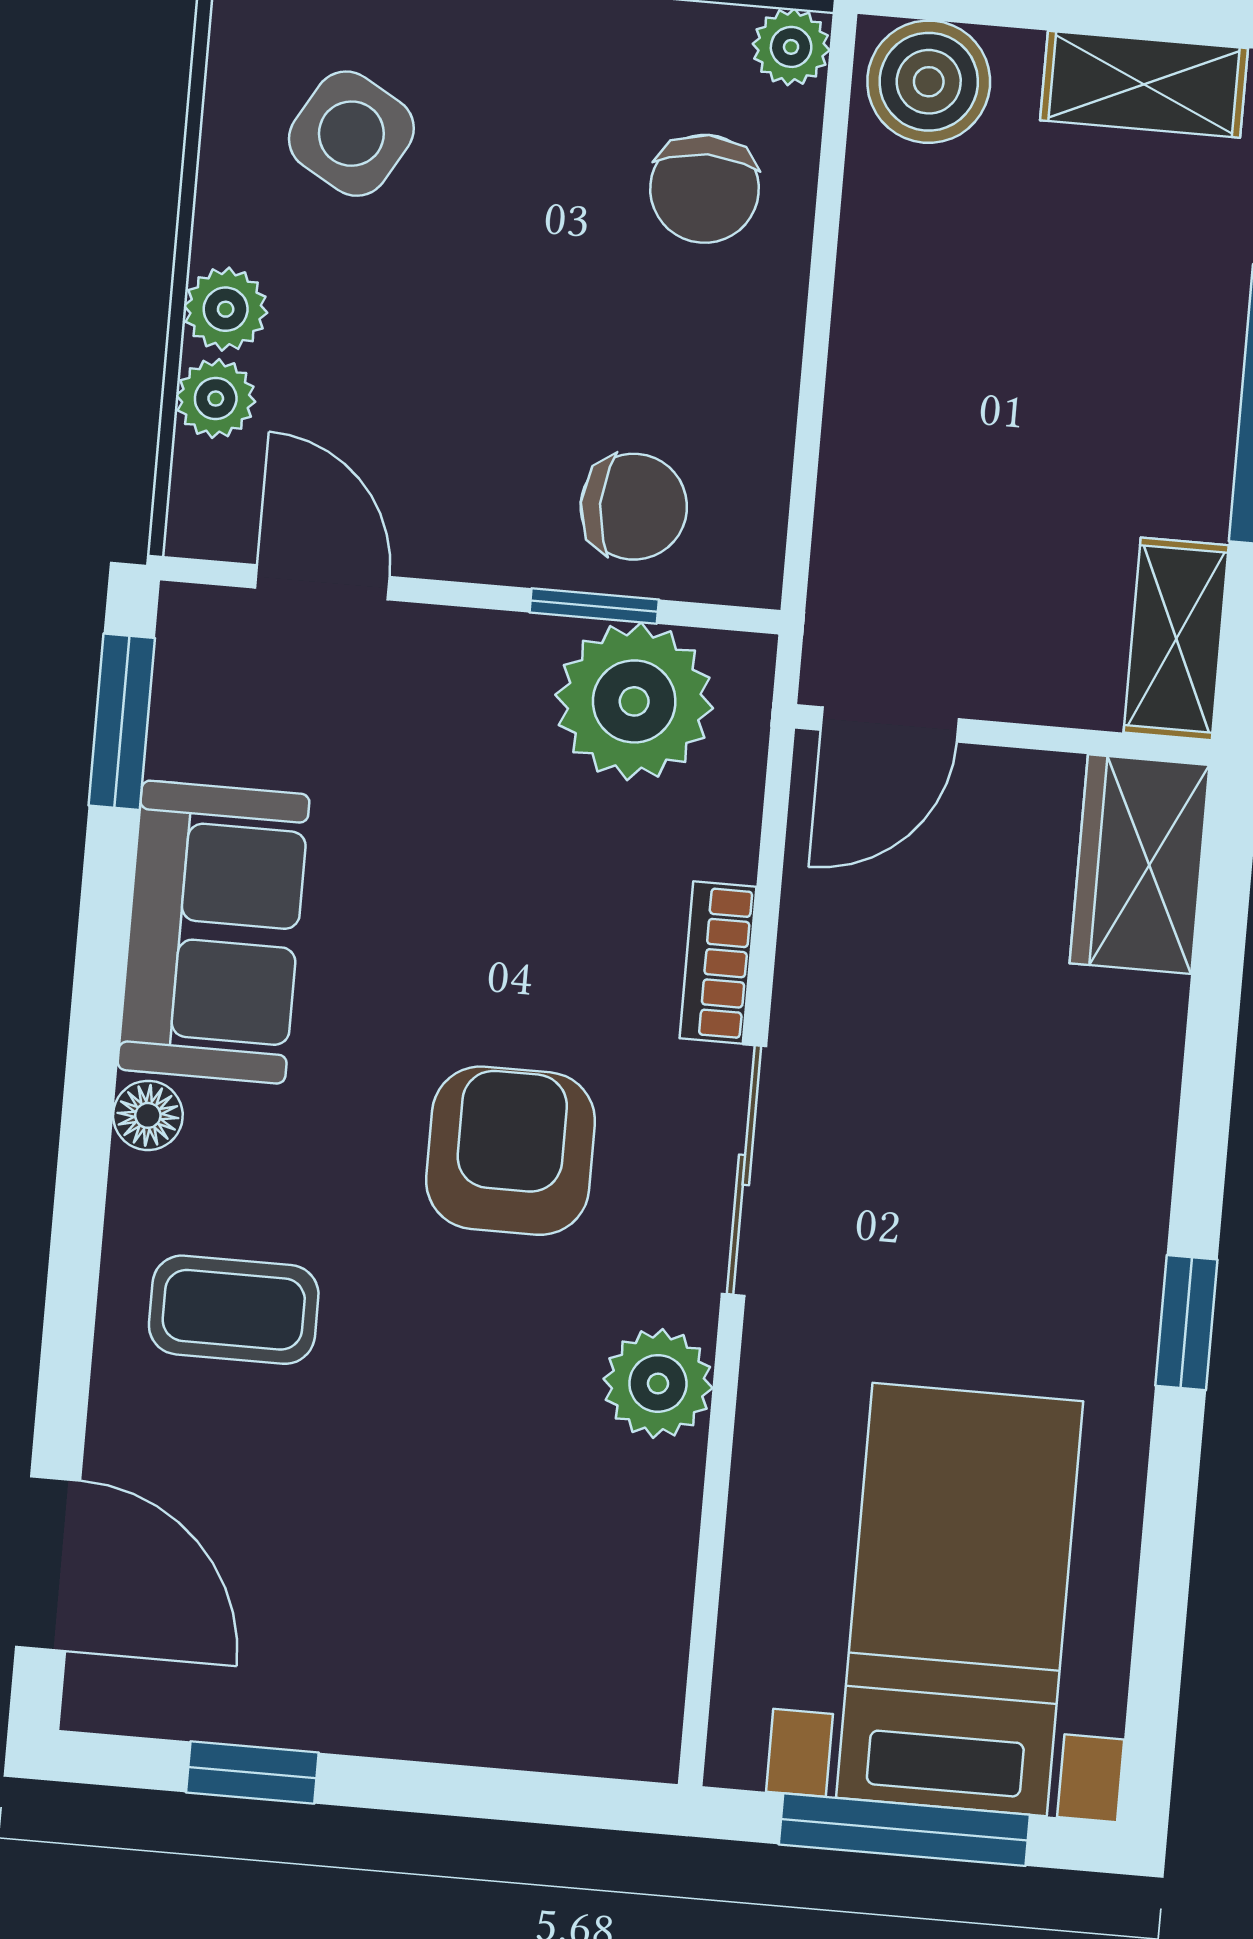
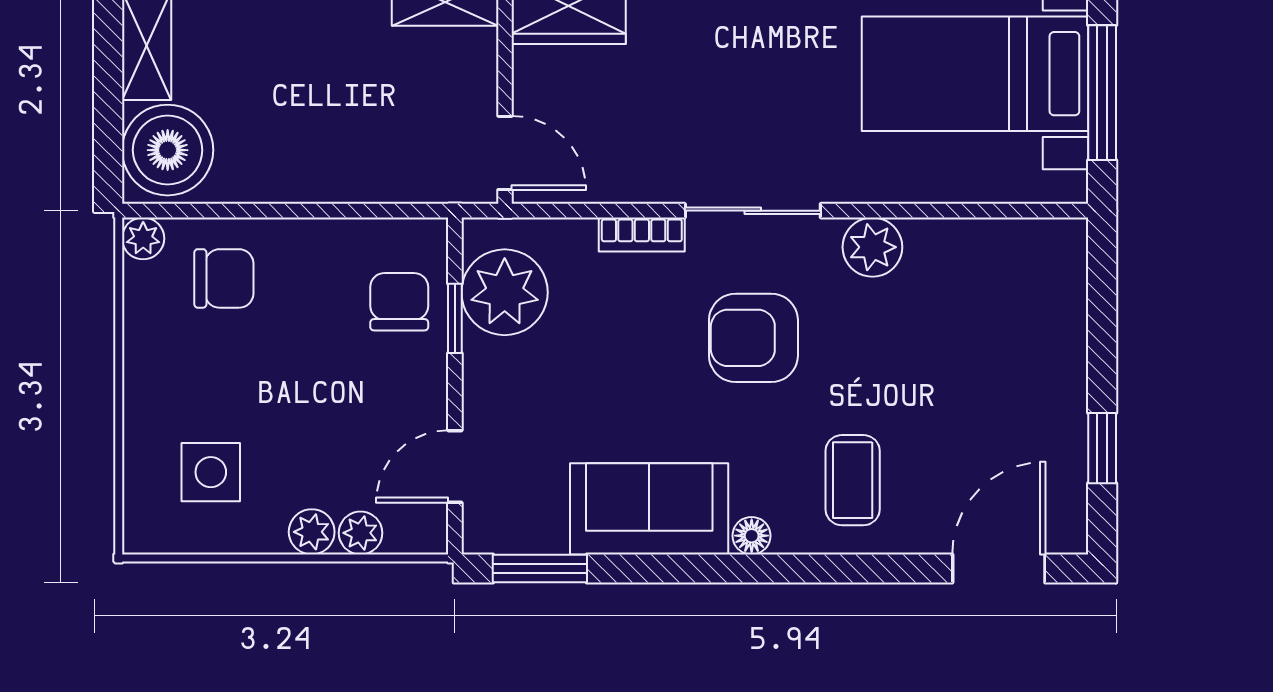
boiler: (929, 82) -> (168, 150), width x1.37, depth x1.37
side table: (351, 134) -> (211, 472), turned -30

